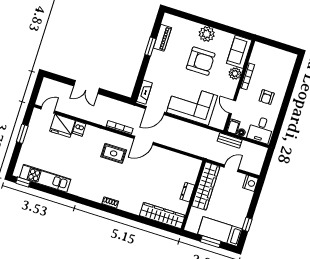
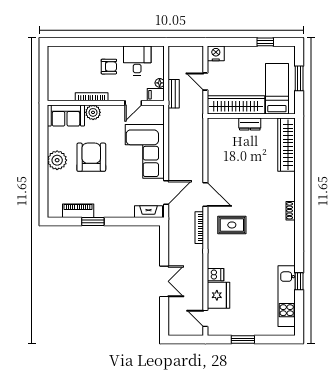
door: (155, 110) -> (166, 192), hinge flipped
desk: (261, 130) -> (137, 61), moved, turned -90
rug: (114, 153) -> (232, 225), turned 90
window: (23, 182) -> (299, 281), moved
bed: (220, 231) -> (277, 89), moved, turned 180

